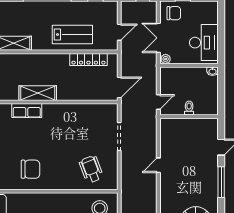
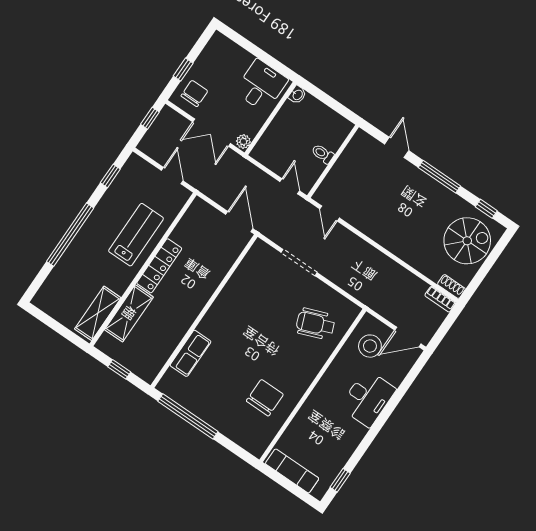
desk: (204, 43) -> (261, 86), width x0.73
locker: (88, 60) -> (159, 266), moved
shelving: (38, 93) -> (129, 313), moved
door: (158, 165) -> (329, 213), moved

